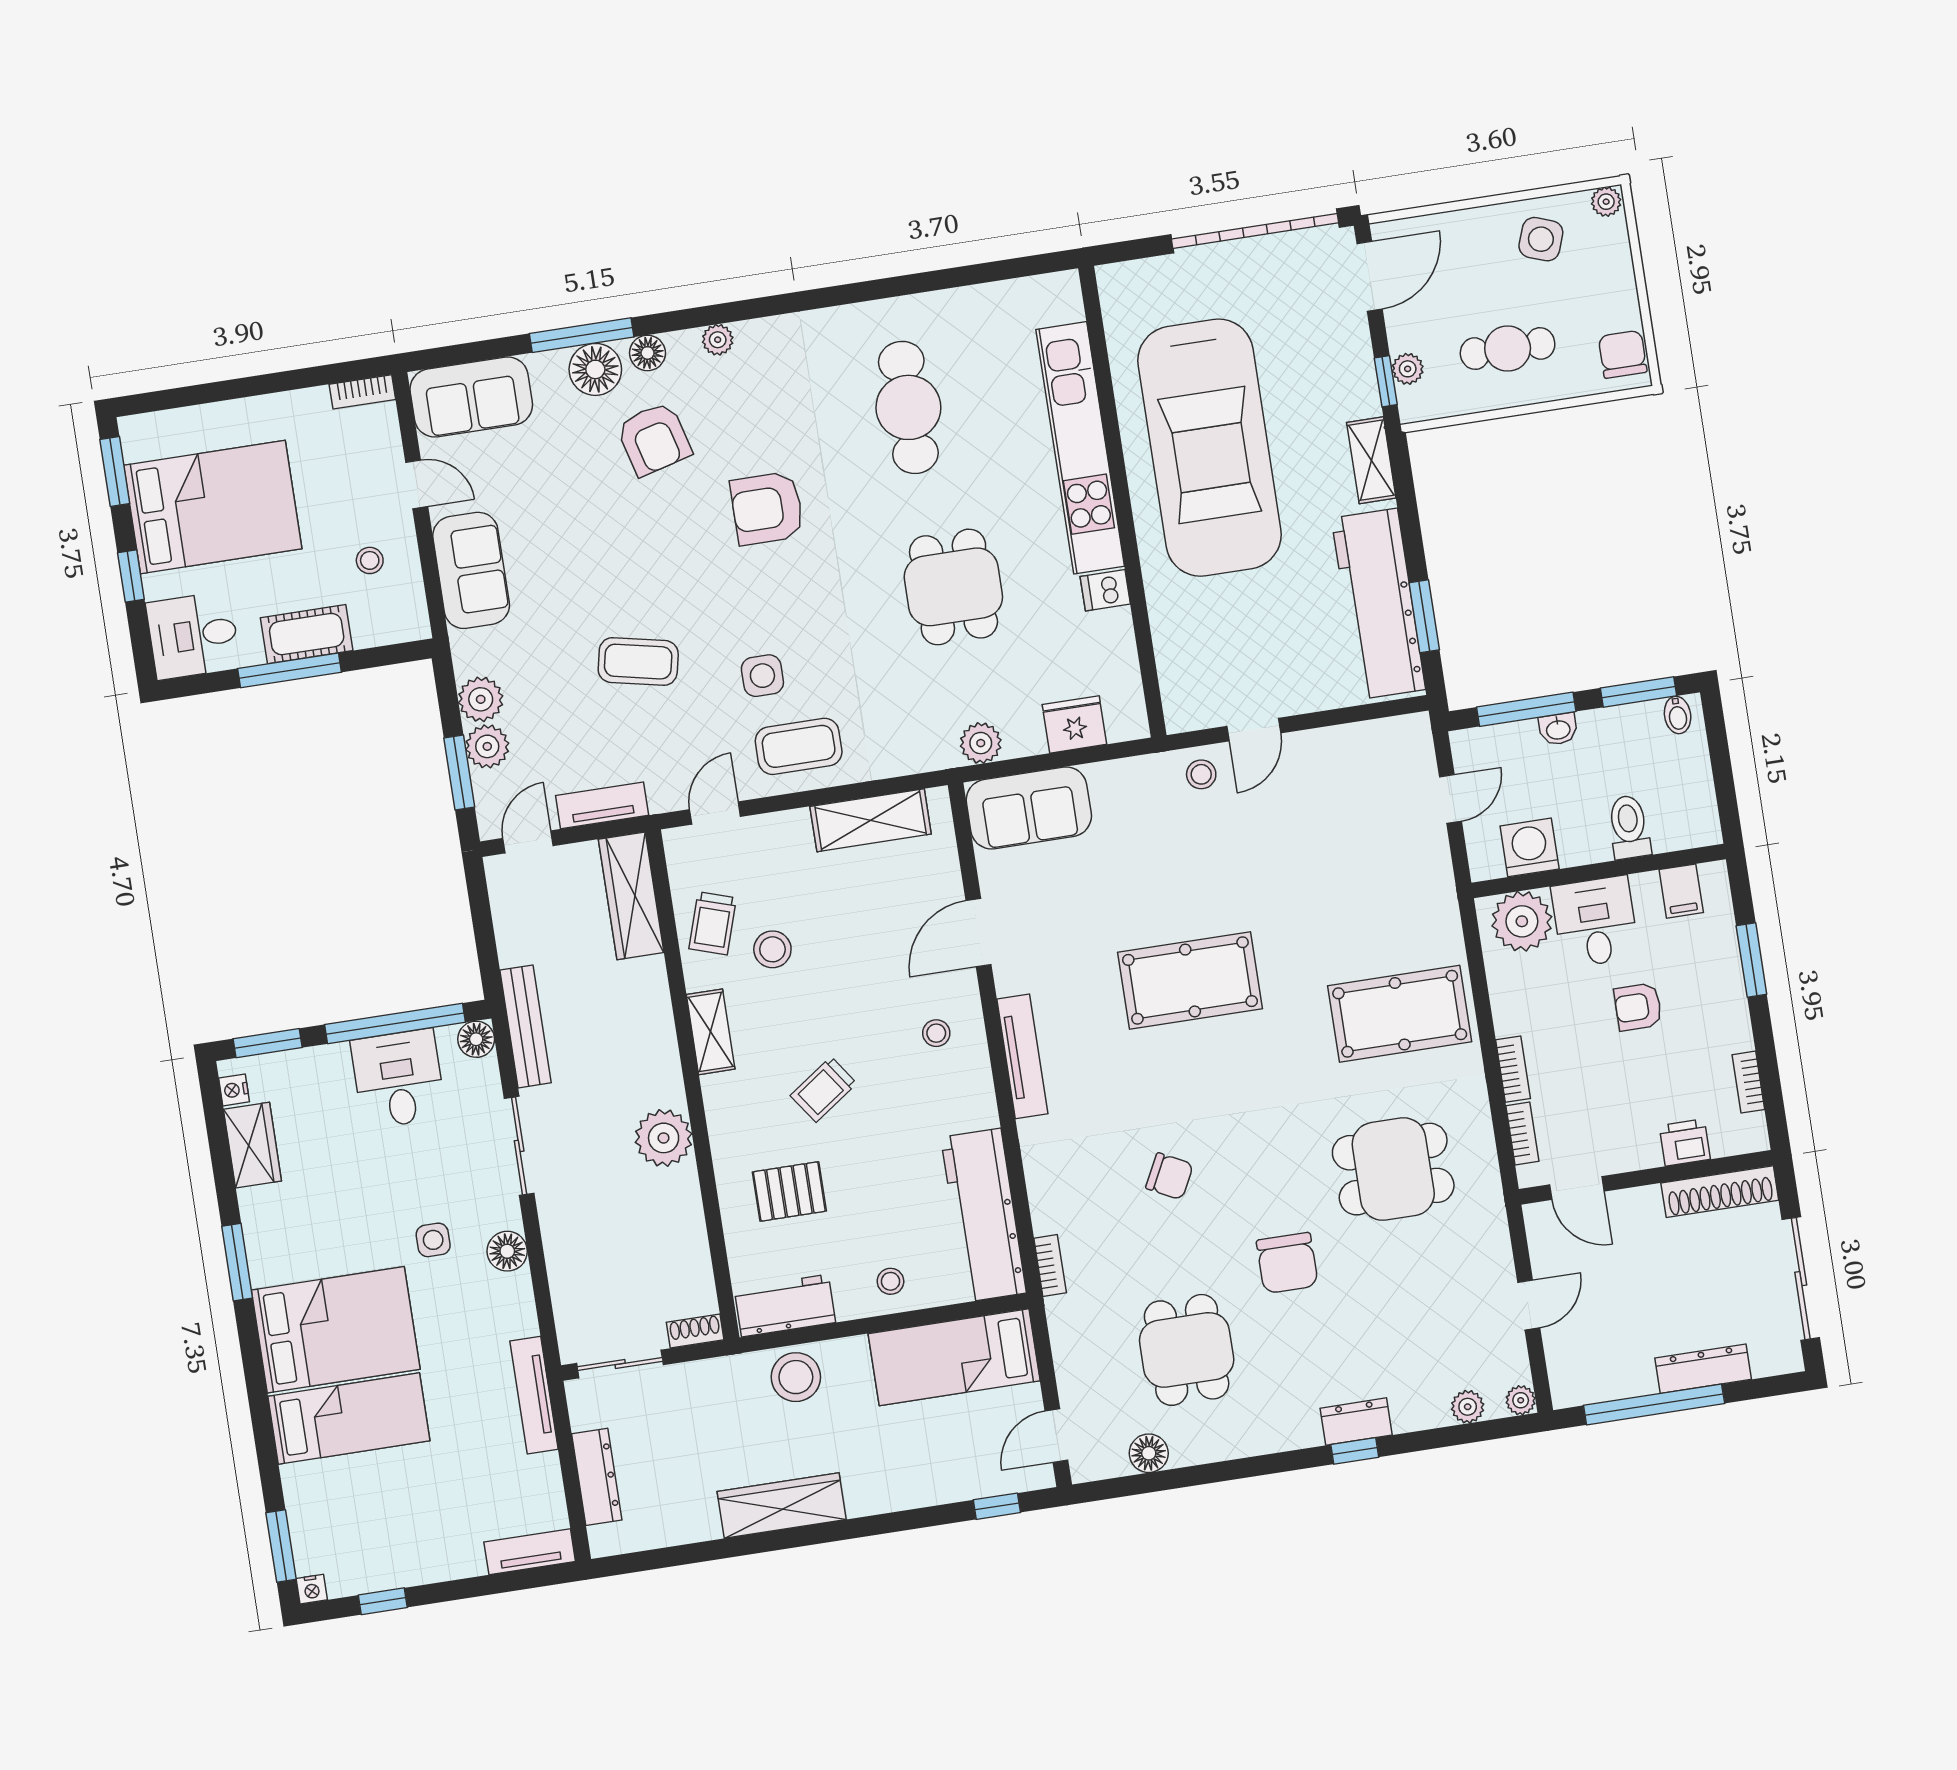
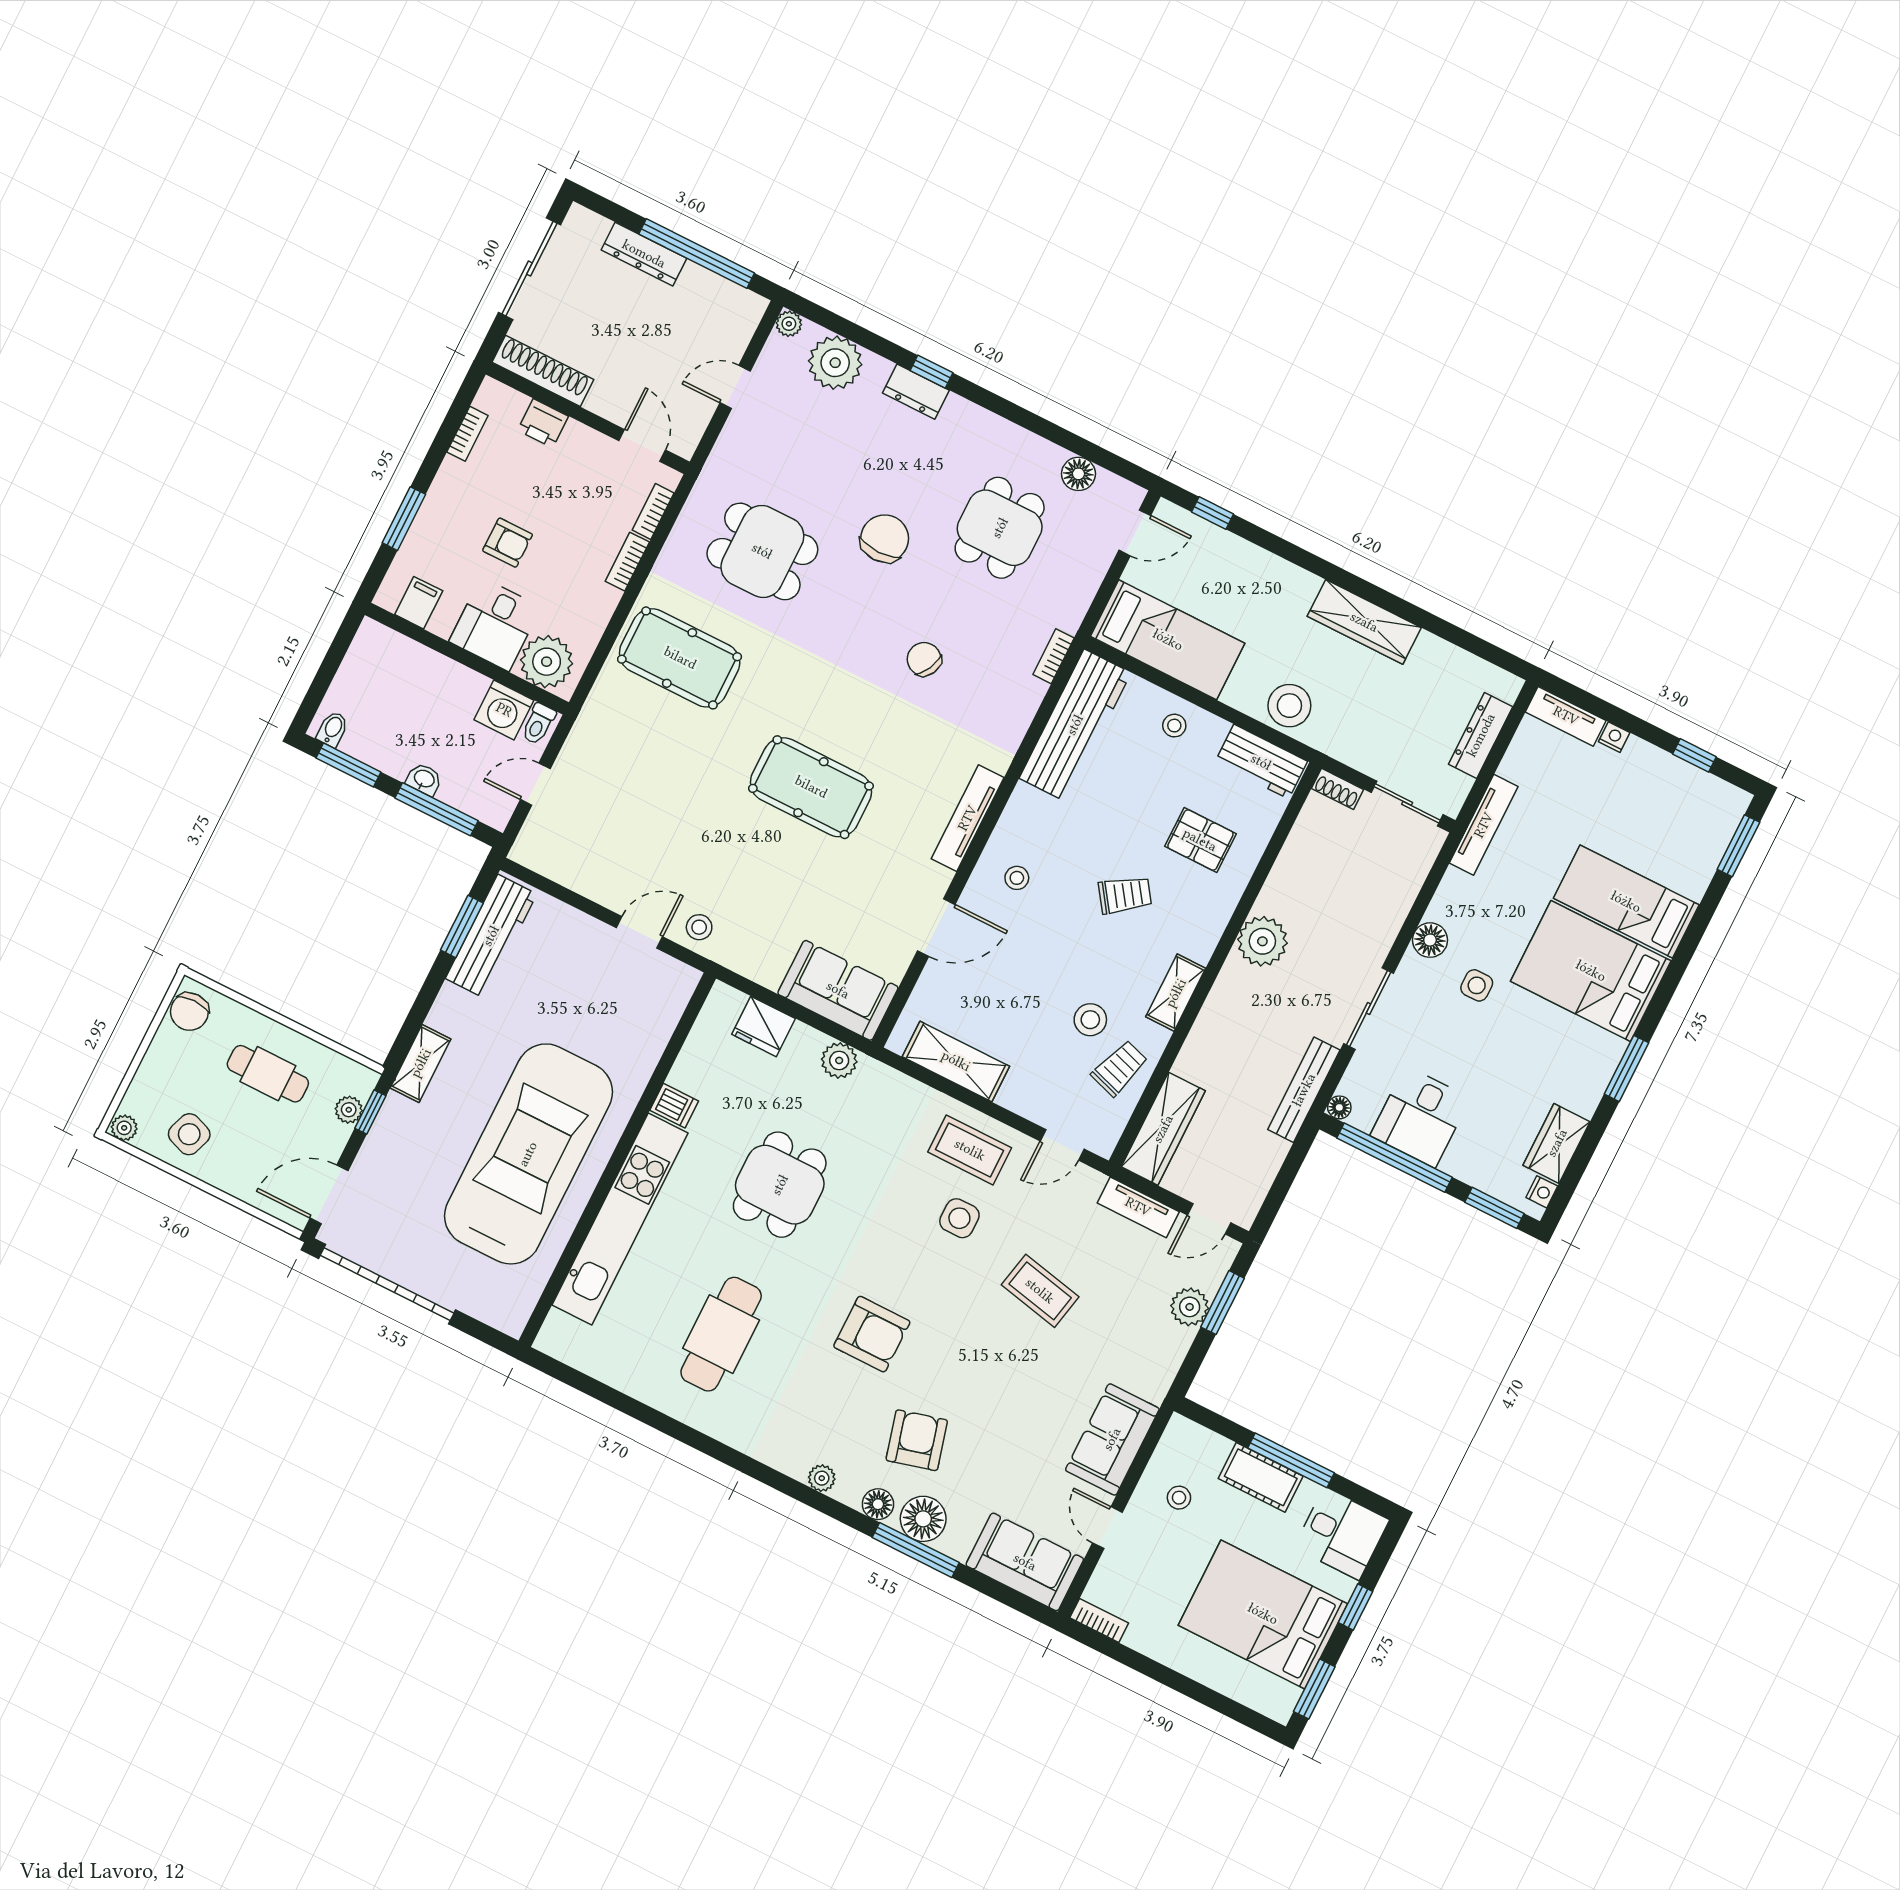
workbench: (1378, 604) -> (491, 936), width x0.73, depth x0.76
plant: (481, 699) -> (1171, 1343), removed
toilet: (1629, 827) -> (538, 724), moved, width x0.73, depth x0.72
floor lamp: (476, 1039) -> (1339, 1107), width x0.73, depth x0.73
plant: (1468, 1407) -> (835, 363), width x1.88, depth x1.88
nightstand: (312, 1589) -> (1614, 737), moved

